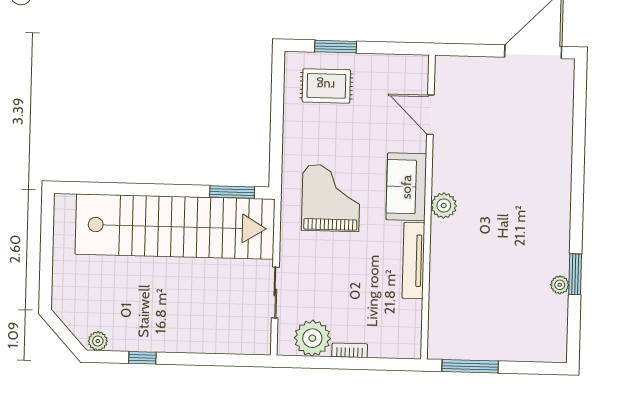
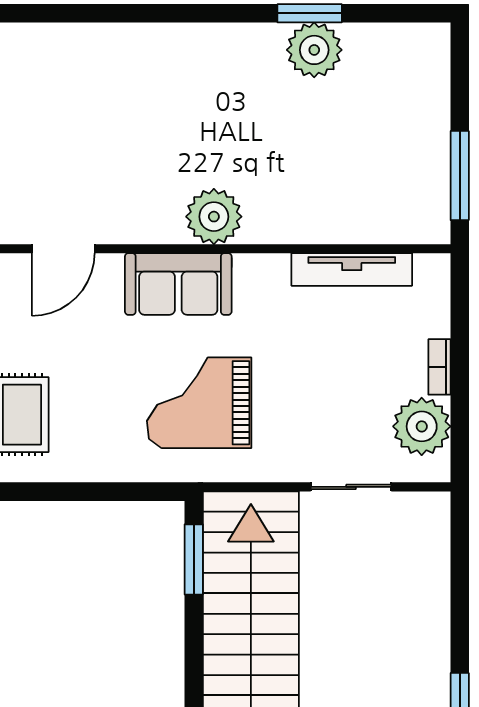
plant: (444, 206) -> (214, 217), width x1.36, depth x1.36
tv unit: (414, 261) -> (352, 270), moved
plant: (560, 285) -> (314, 50), width x1.88, depth x1.88

